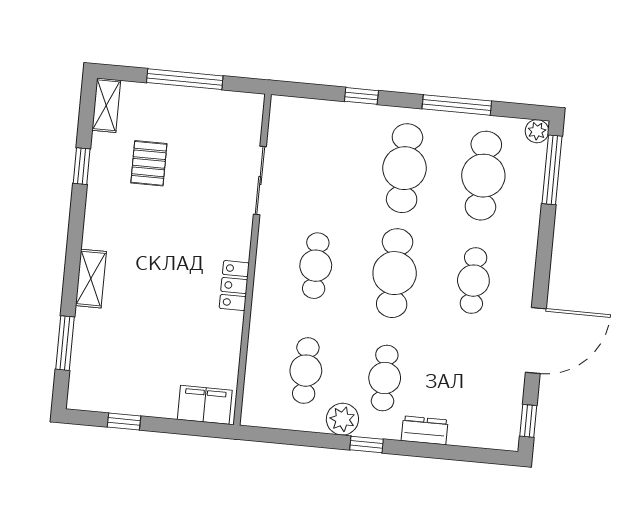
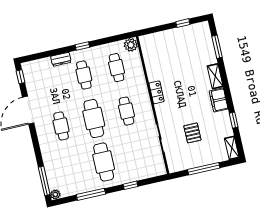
pallet: (149, 163) -> (192, 133), moved
cafe table: (483, 176) -> (71, 169), removed
filing cabinet: (205, 405) -> (219, 100), moved, turned 90
plant: (342, 419) -> (131, 45), moved

